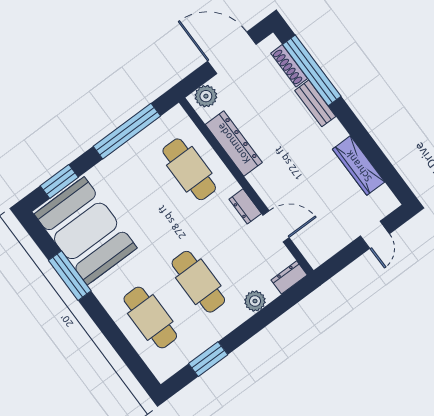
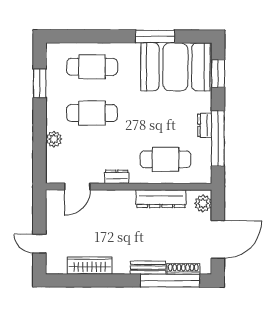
door: (276, 226) -> (77, 187), moved
dresser: (289, 277) -> (205, 125), moved, turned 180

